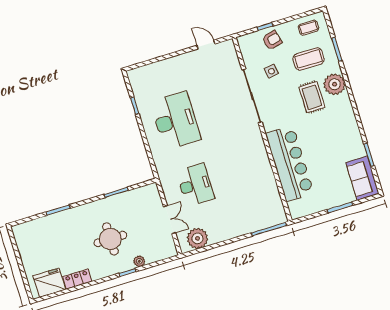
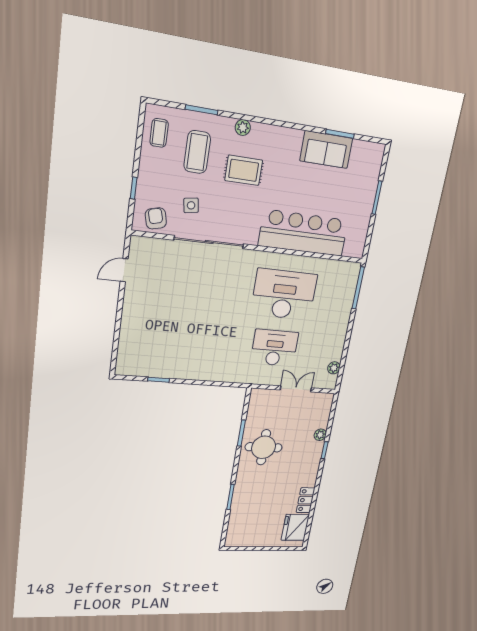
armchair: (272, 40) -> (156, 218), moved
plant: (335, 84) -> (243, 128), width x0.53, depth x0.53
desk: (176, 121) -> (284, 294), moved
sofa: (362, 178) -> (326, 150), moved
plant: (197, 238) -> (334, 368), width x0.53, depth x0.53
round table: (110, 239) -> (264, 447), moved

